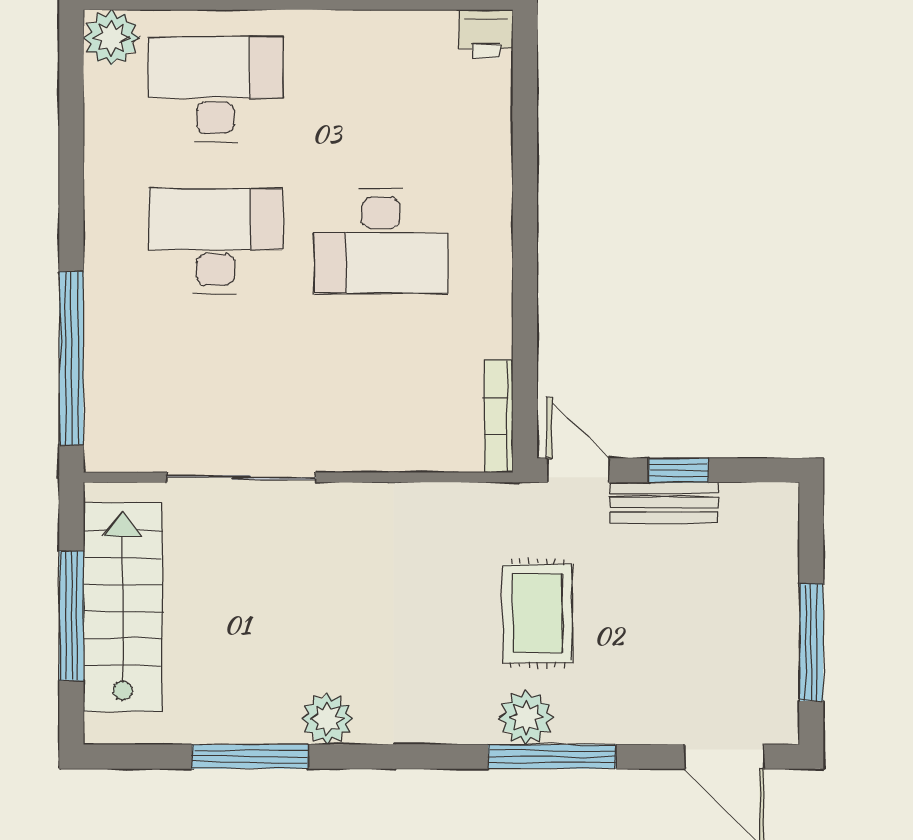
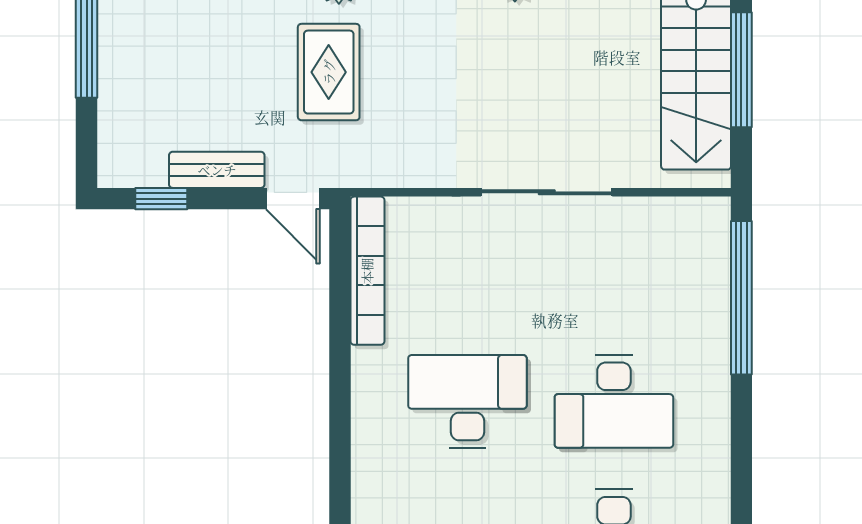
bookcase: (498, 416) -> (367, 271), width x1.48, depth x1.31
window: (678, 470) -> (161, 199), moved
sliding door: (241, 477) -> (547, 192), moved

